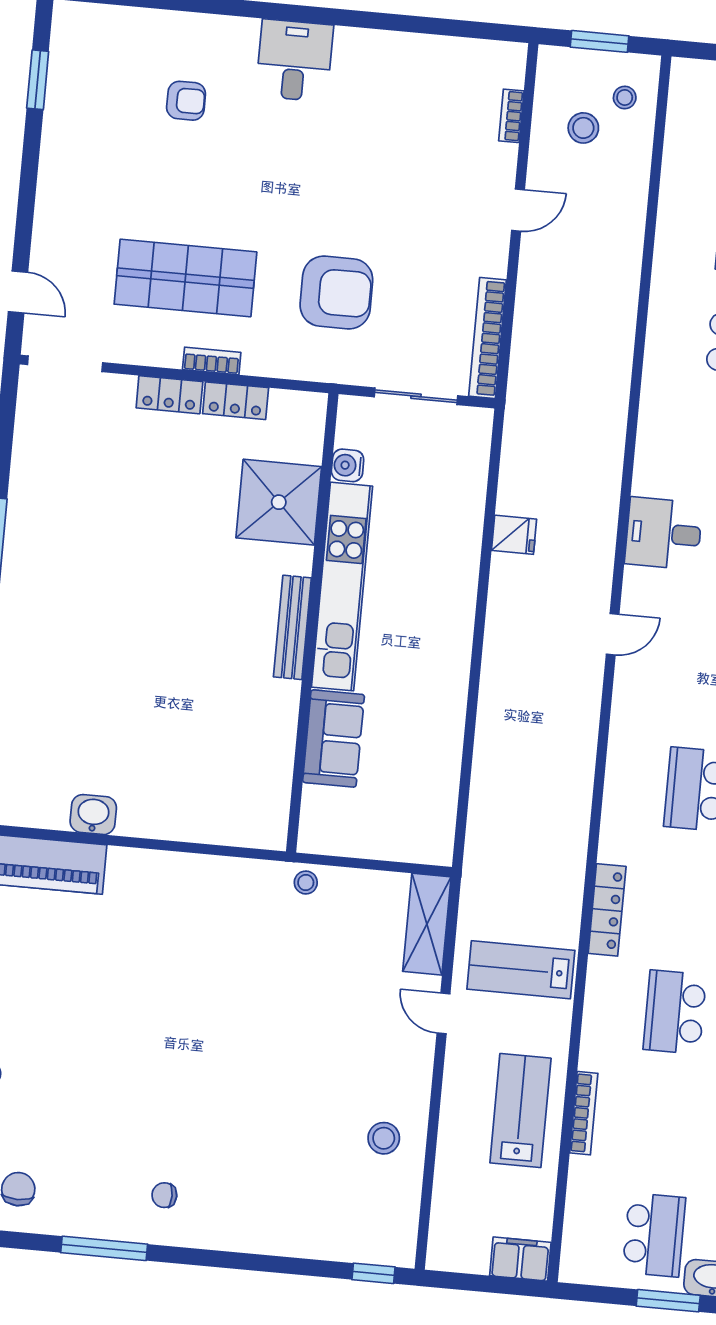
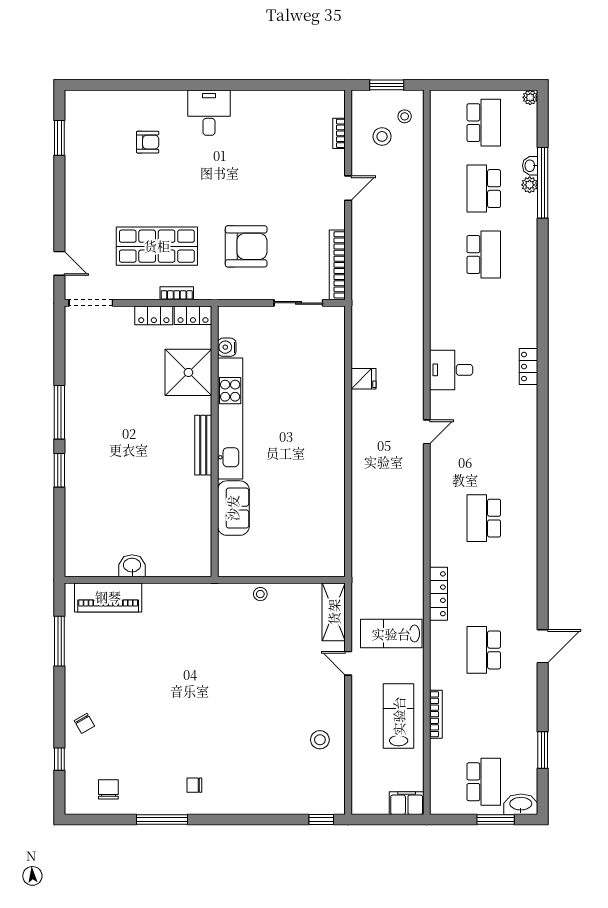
water cooler: (348, 465) -> (227, 347), moved
shower: (279, 502) -> (188, 372), moved
kitchen unit: (342, 587) -> (230, 419), moved
wall: (312, 623) -> (215, 441), moved
bench: (292, 627) -> (203, 445), moved
sofa: (334, 738) -> (233, 508), moved

